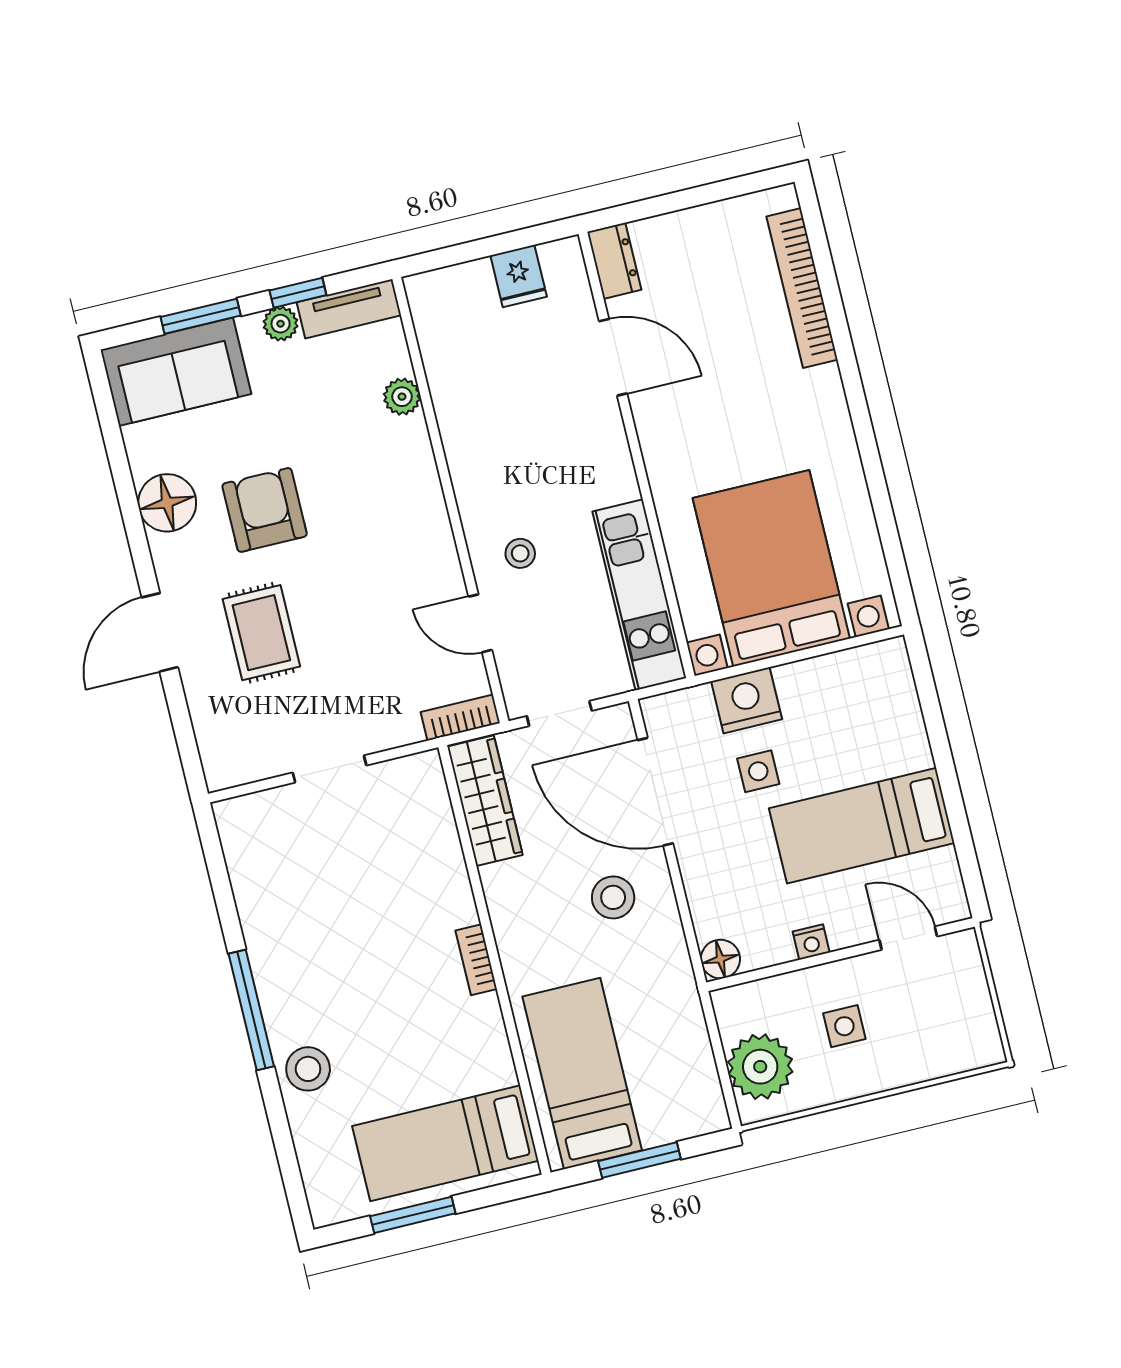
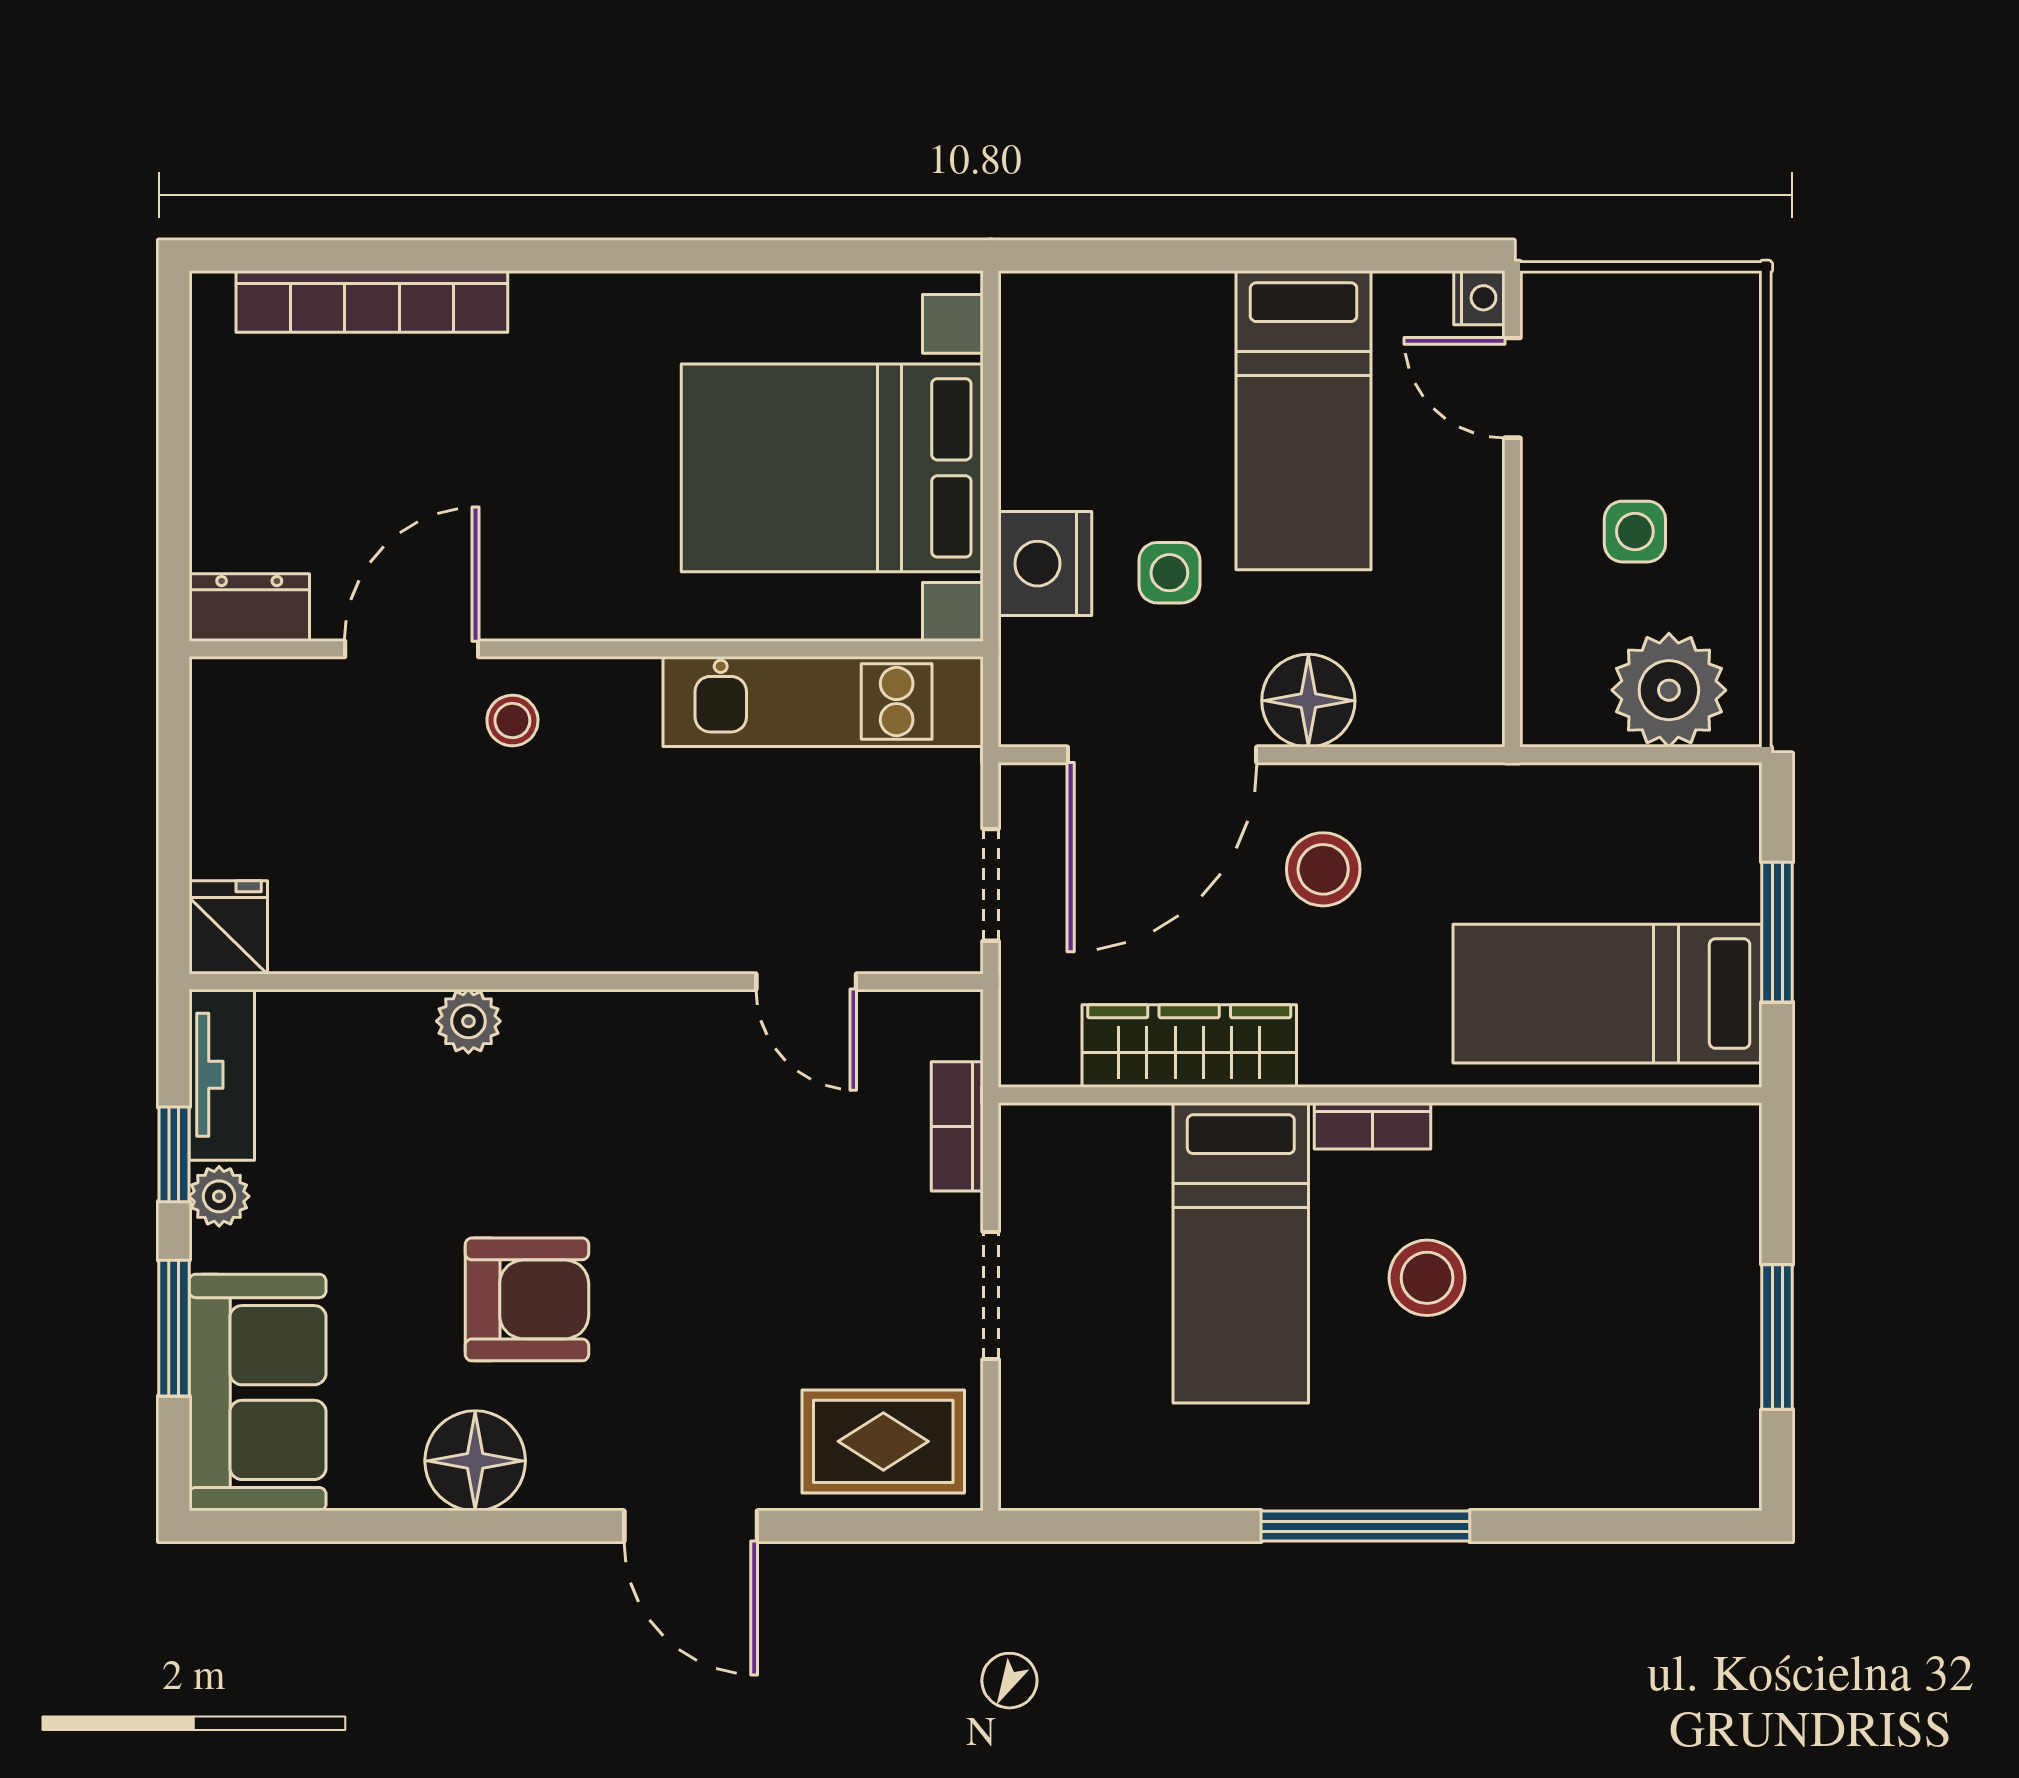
fridge: (519, 276) -> (228, 927), moved, turned -90
plant: (402, 397) -> (468, 1021), moved
armchair: (265, 510) -> (527, 1299), turned 180
stool: (520, 553) -> (512, 721), moved
door: (480, 623) -> (806, 982), hinge flipped
rug: (261, 633) -> (883, 1441), moved
bookcase: (460, 718) -> (957, 1126), moved
wardrobe: (485, 801) -> (1189, 1046), moved
door: (908, 938) -> (1512, 388), hinge flipped
nightstand: (811, 942) -> (1479, 298), moved
floor lamp: (720, 959) -> (1308, 701), moved, width x1.38, depth x1.38
stool: (308, 1069) -> (1427, 1278), moved
bed: (445, 1143) -> (1241, 1253), moved

